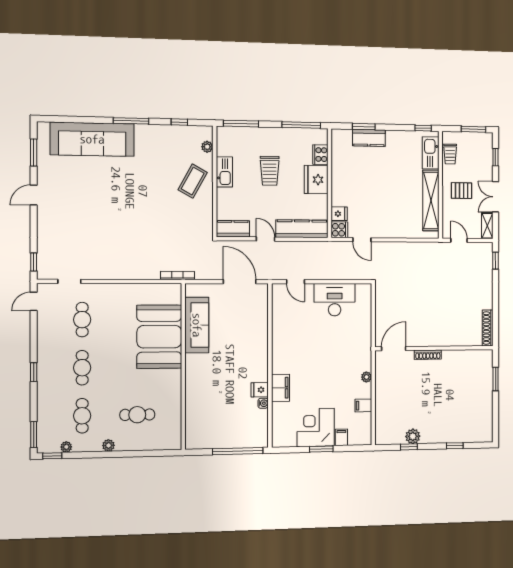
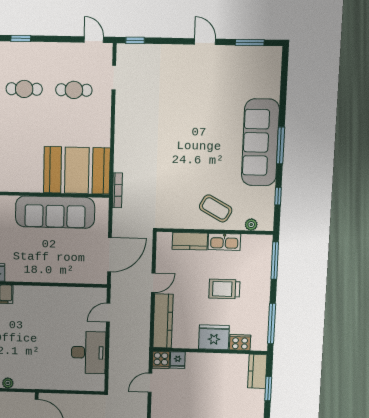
kitchen counter: (369, 138) -> (257, 371), moved
sofa: (92, 139) -> (260, 142), moved
kitchen counter: (233, 229) -> (190, 241), moved, turned 90
sofa: (197, 325) -> (55, 212), width x1.36, depth x1.27
booth: (159, 337) -> (77, 170), moved

